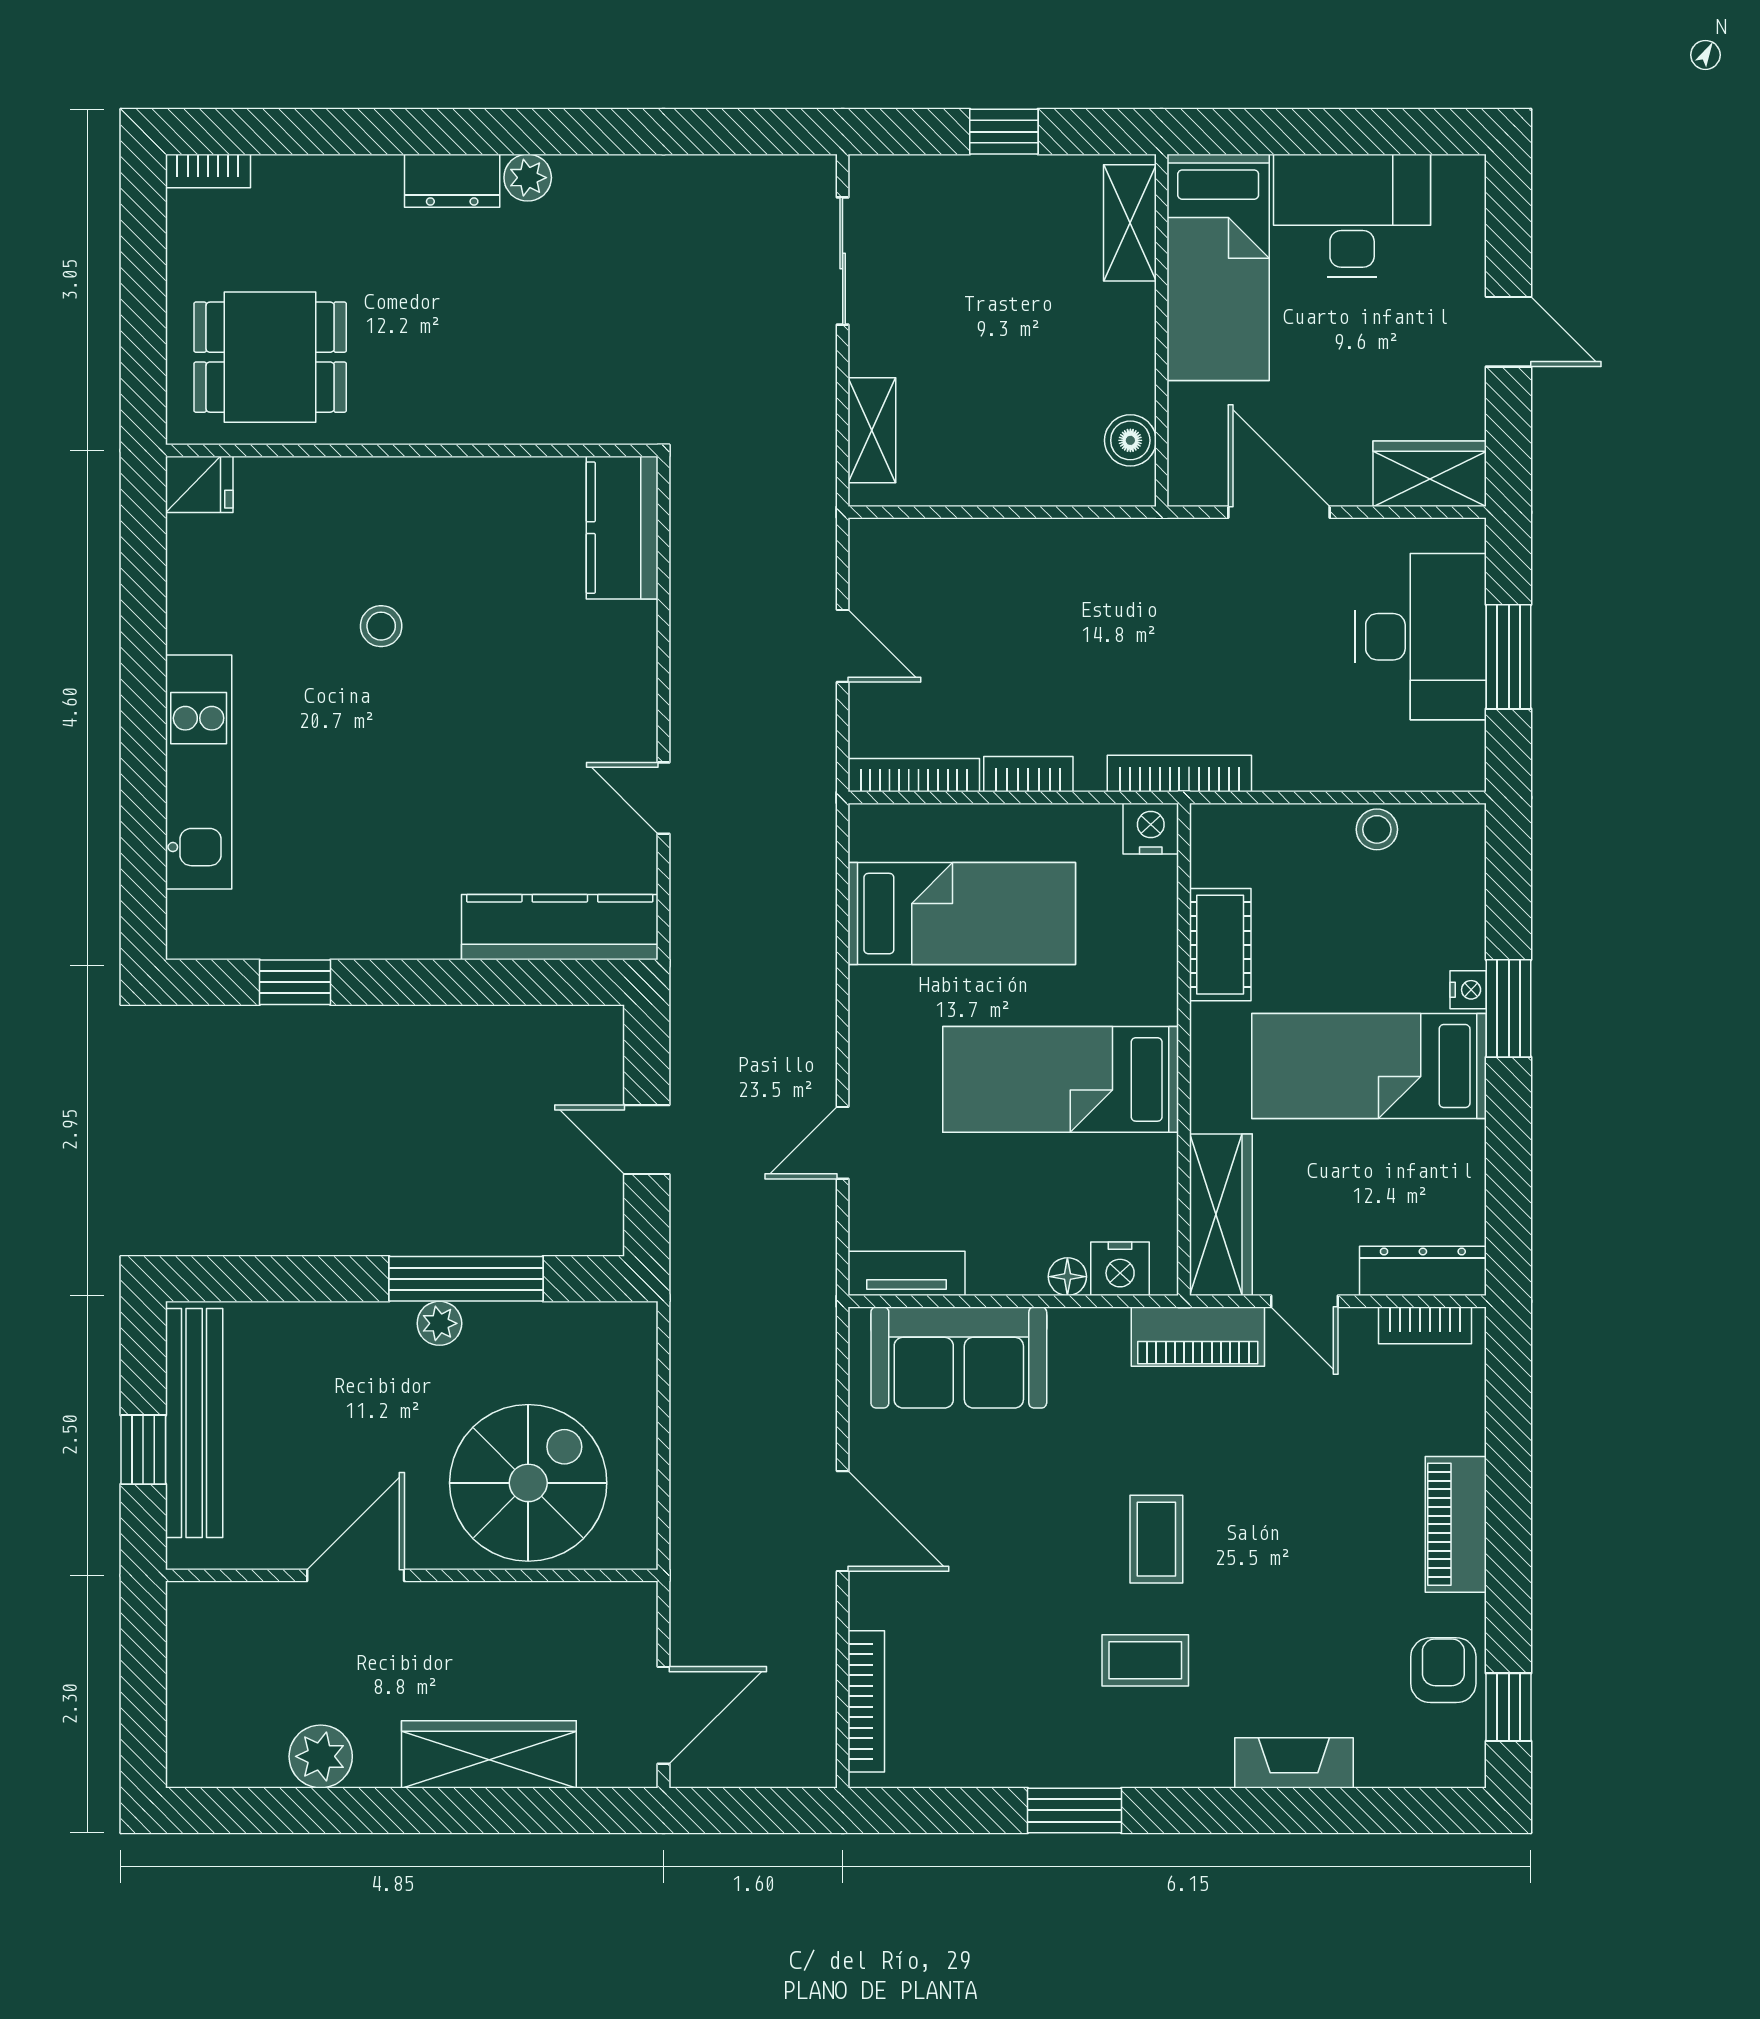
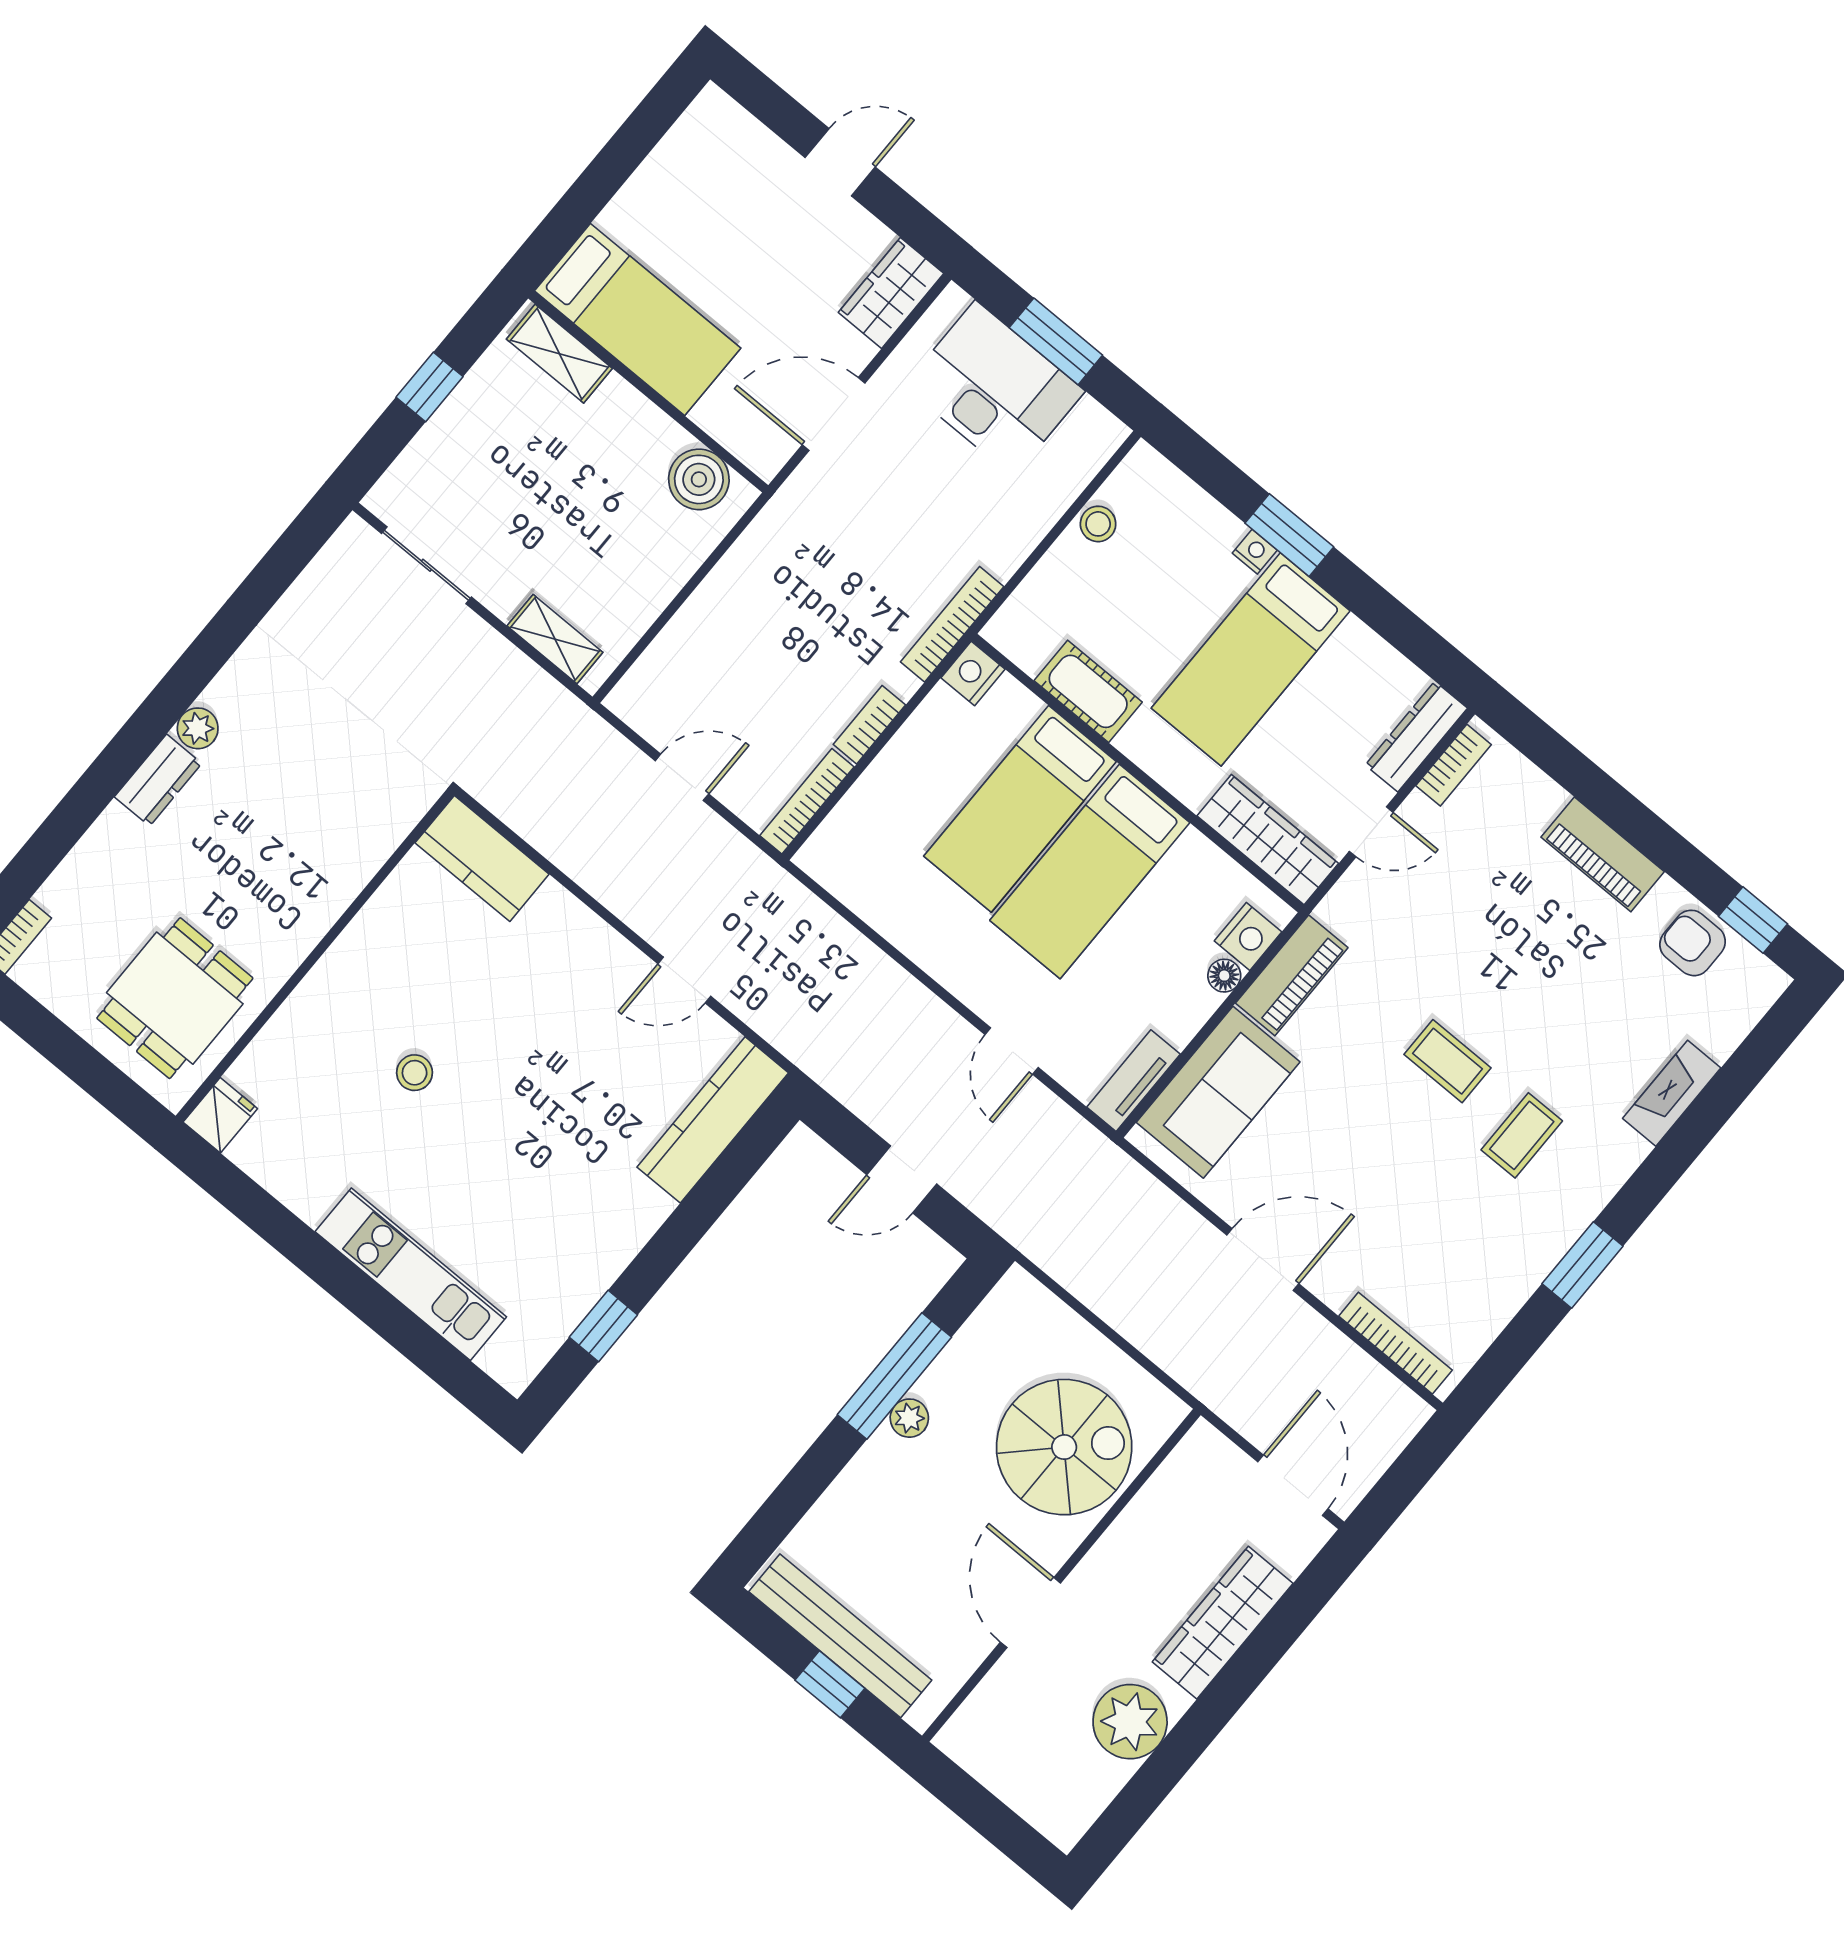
desk: (1352, 216) -> (677, 202), removed
boiler: (1130, 440) -> (699, 479), width x1.36, depth x1.36
bed: (962, 914) -> (1020, 809), moved, turned 180
piano: (1198, 1337) -> (1292, 975), moved
spiral stairs: (528, 1483) -> (1064, 1447), turned 90
plant: (321, 1756) -> (1130, 1722), width x1.36, depth x1.36

